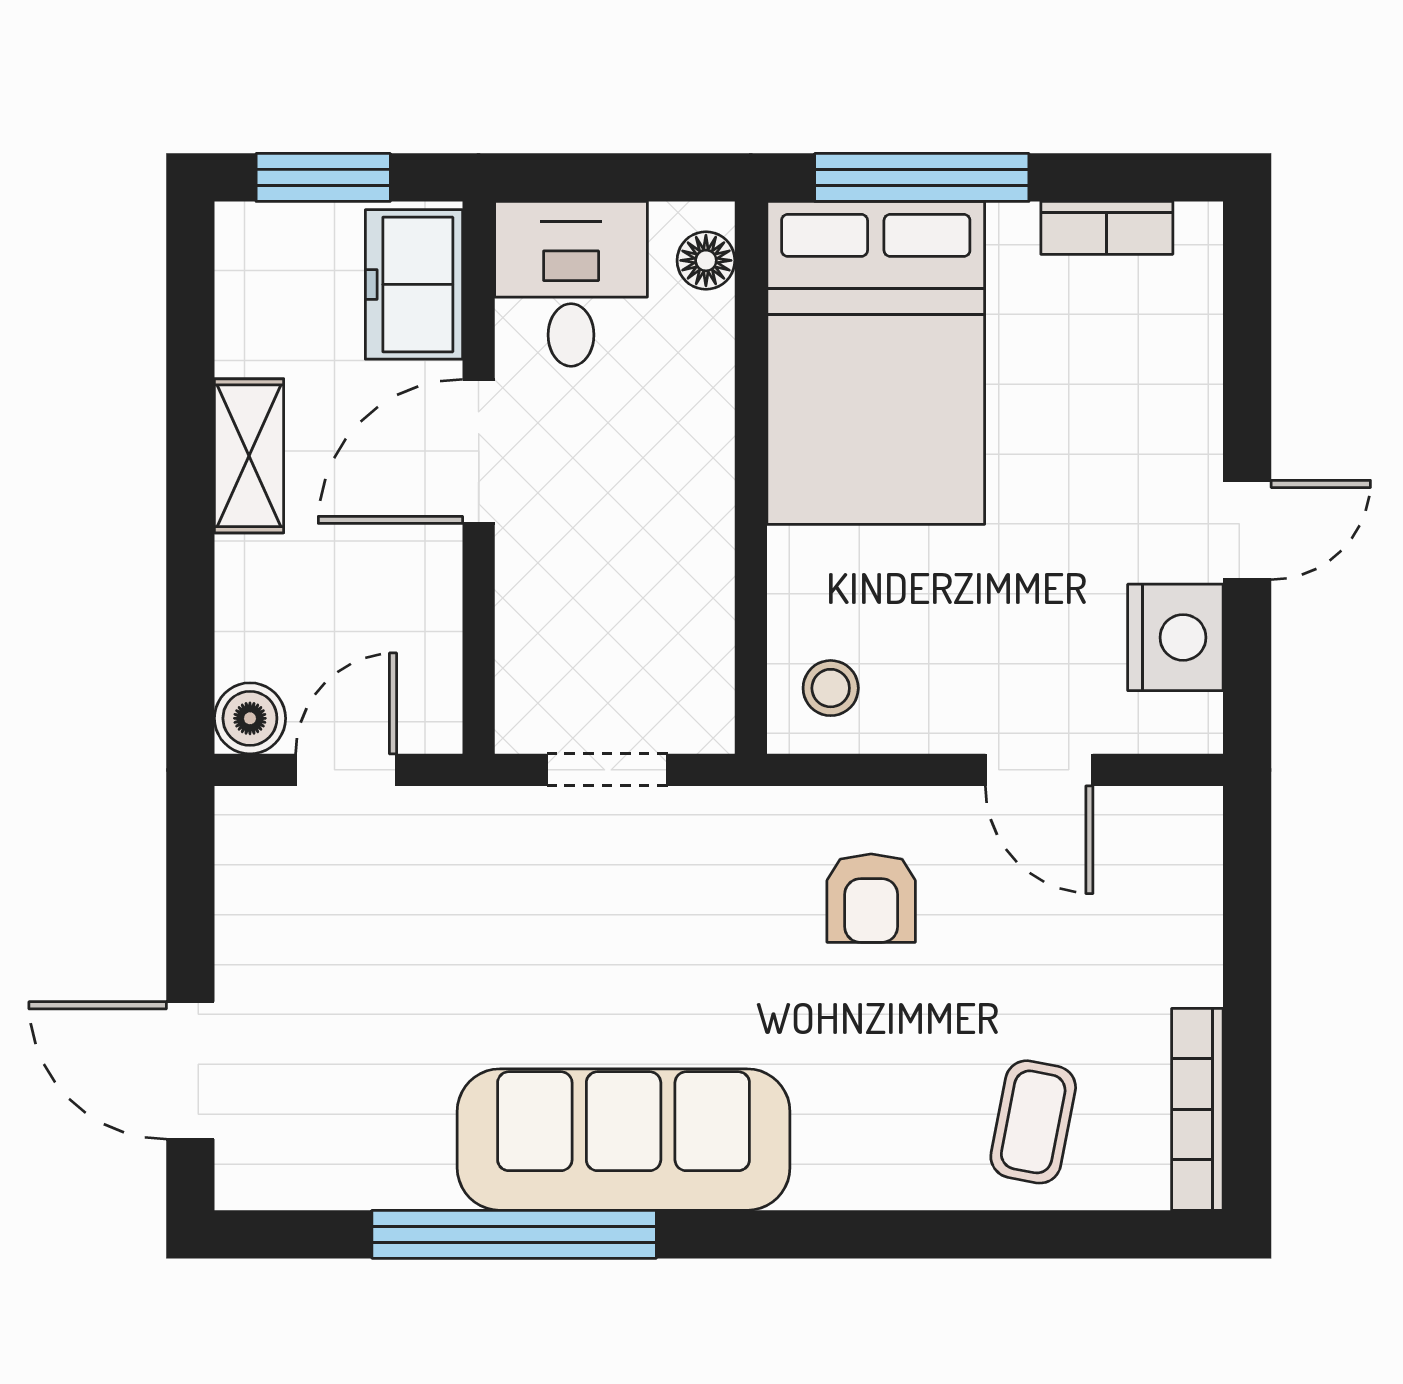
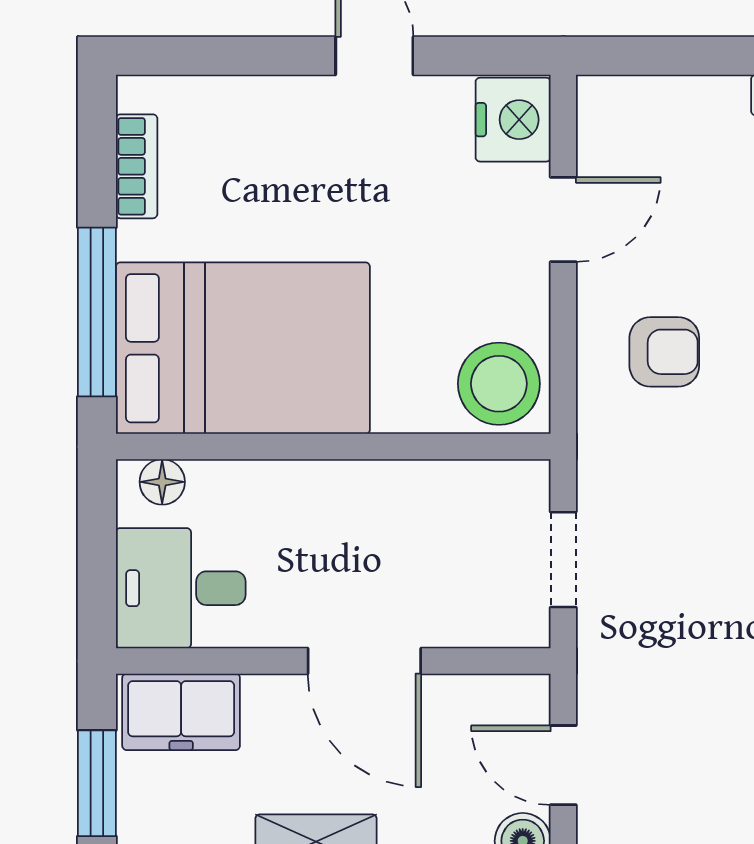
door: (479, 451) -> (364, 661), moved
nightstand: (1175, 637) -> (513, 120), moved, turned 90
stool: (831, 688) -> (499, 384), width x1.89, depth x1.89

